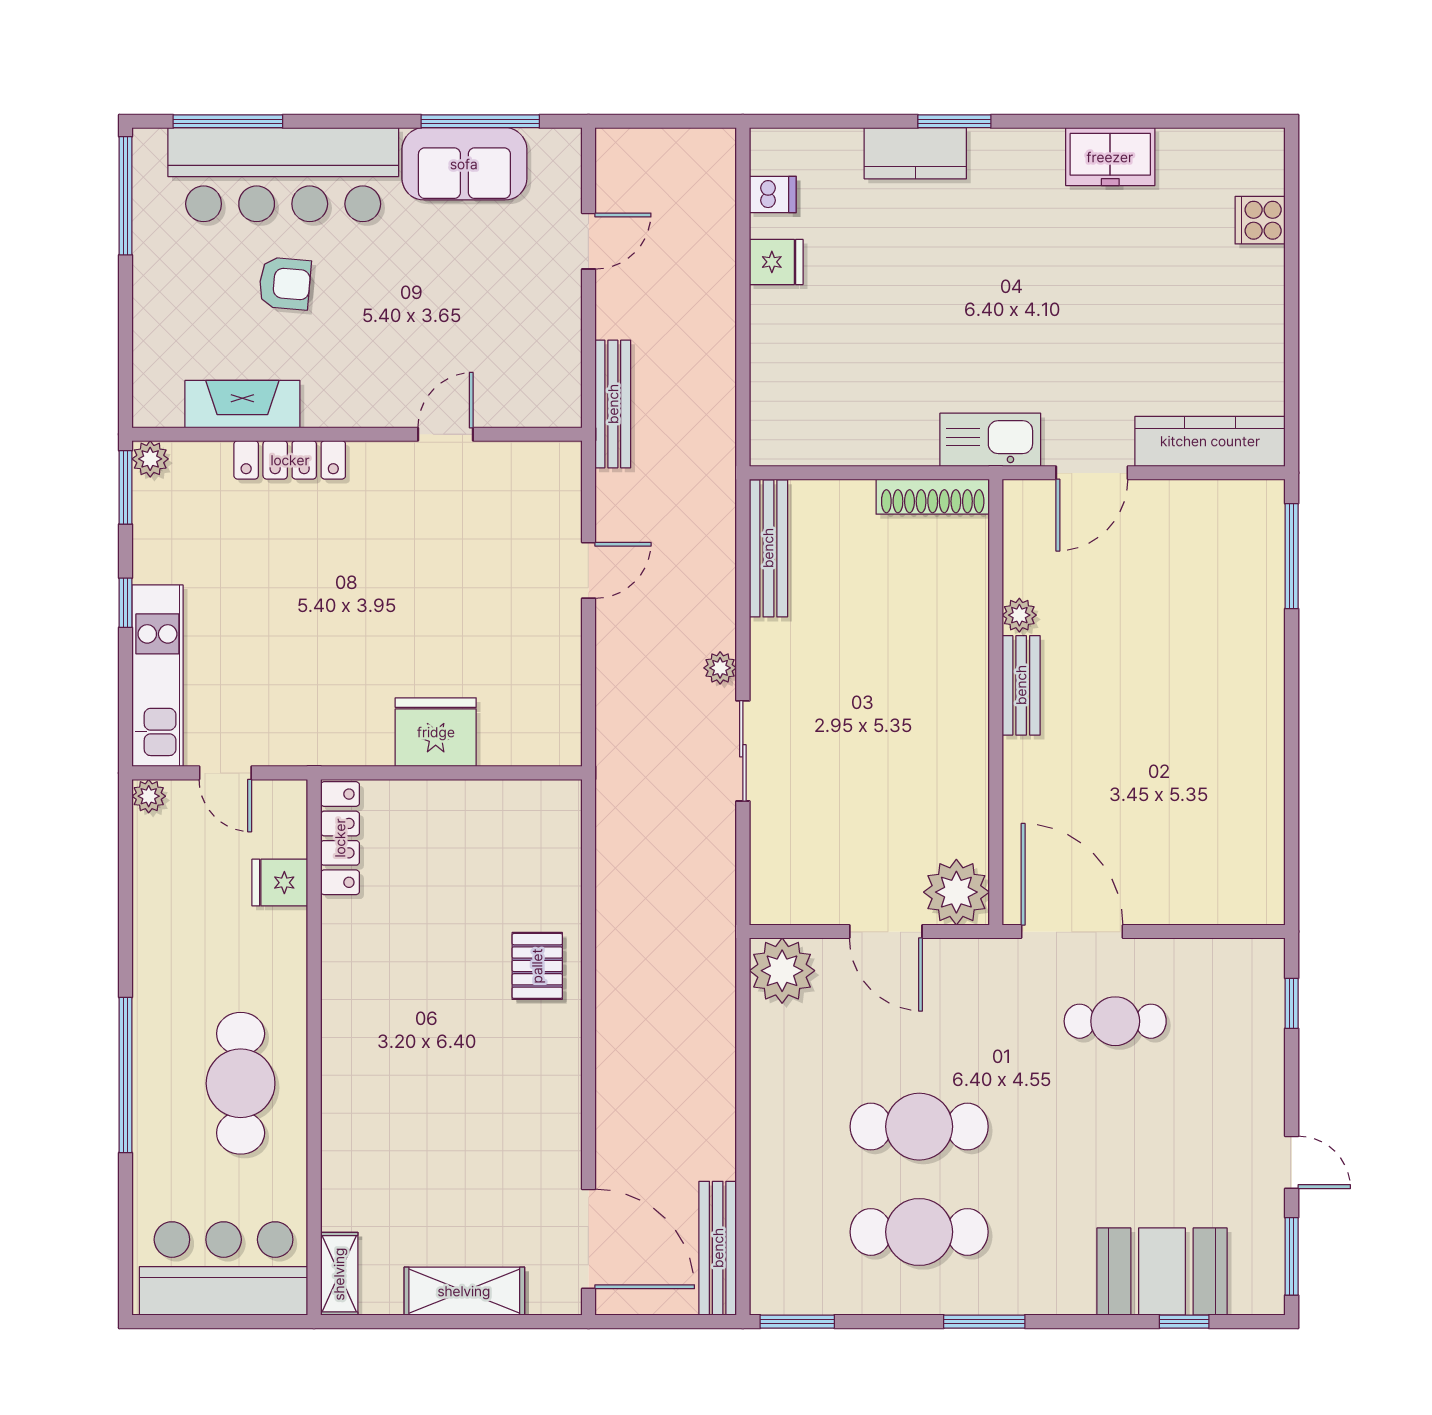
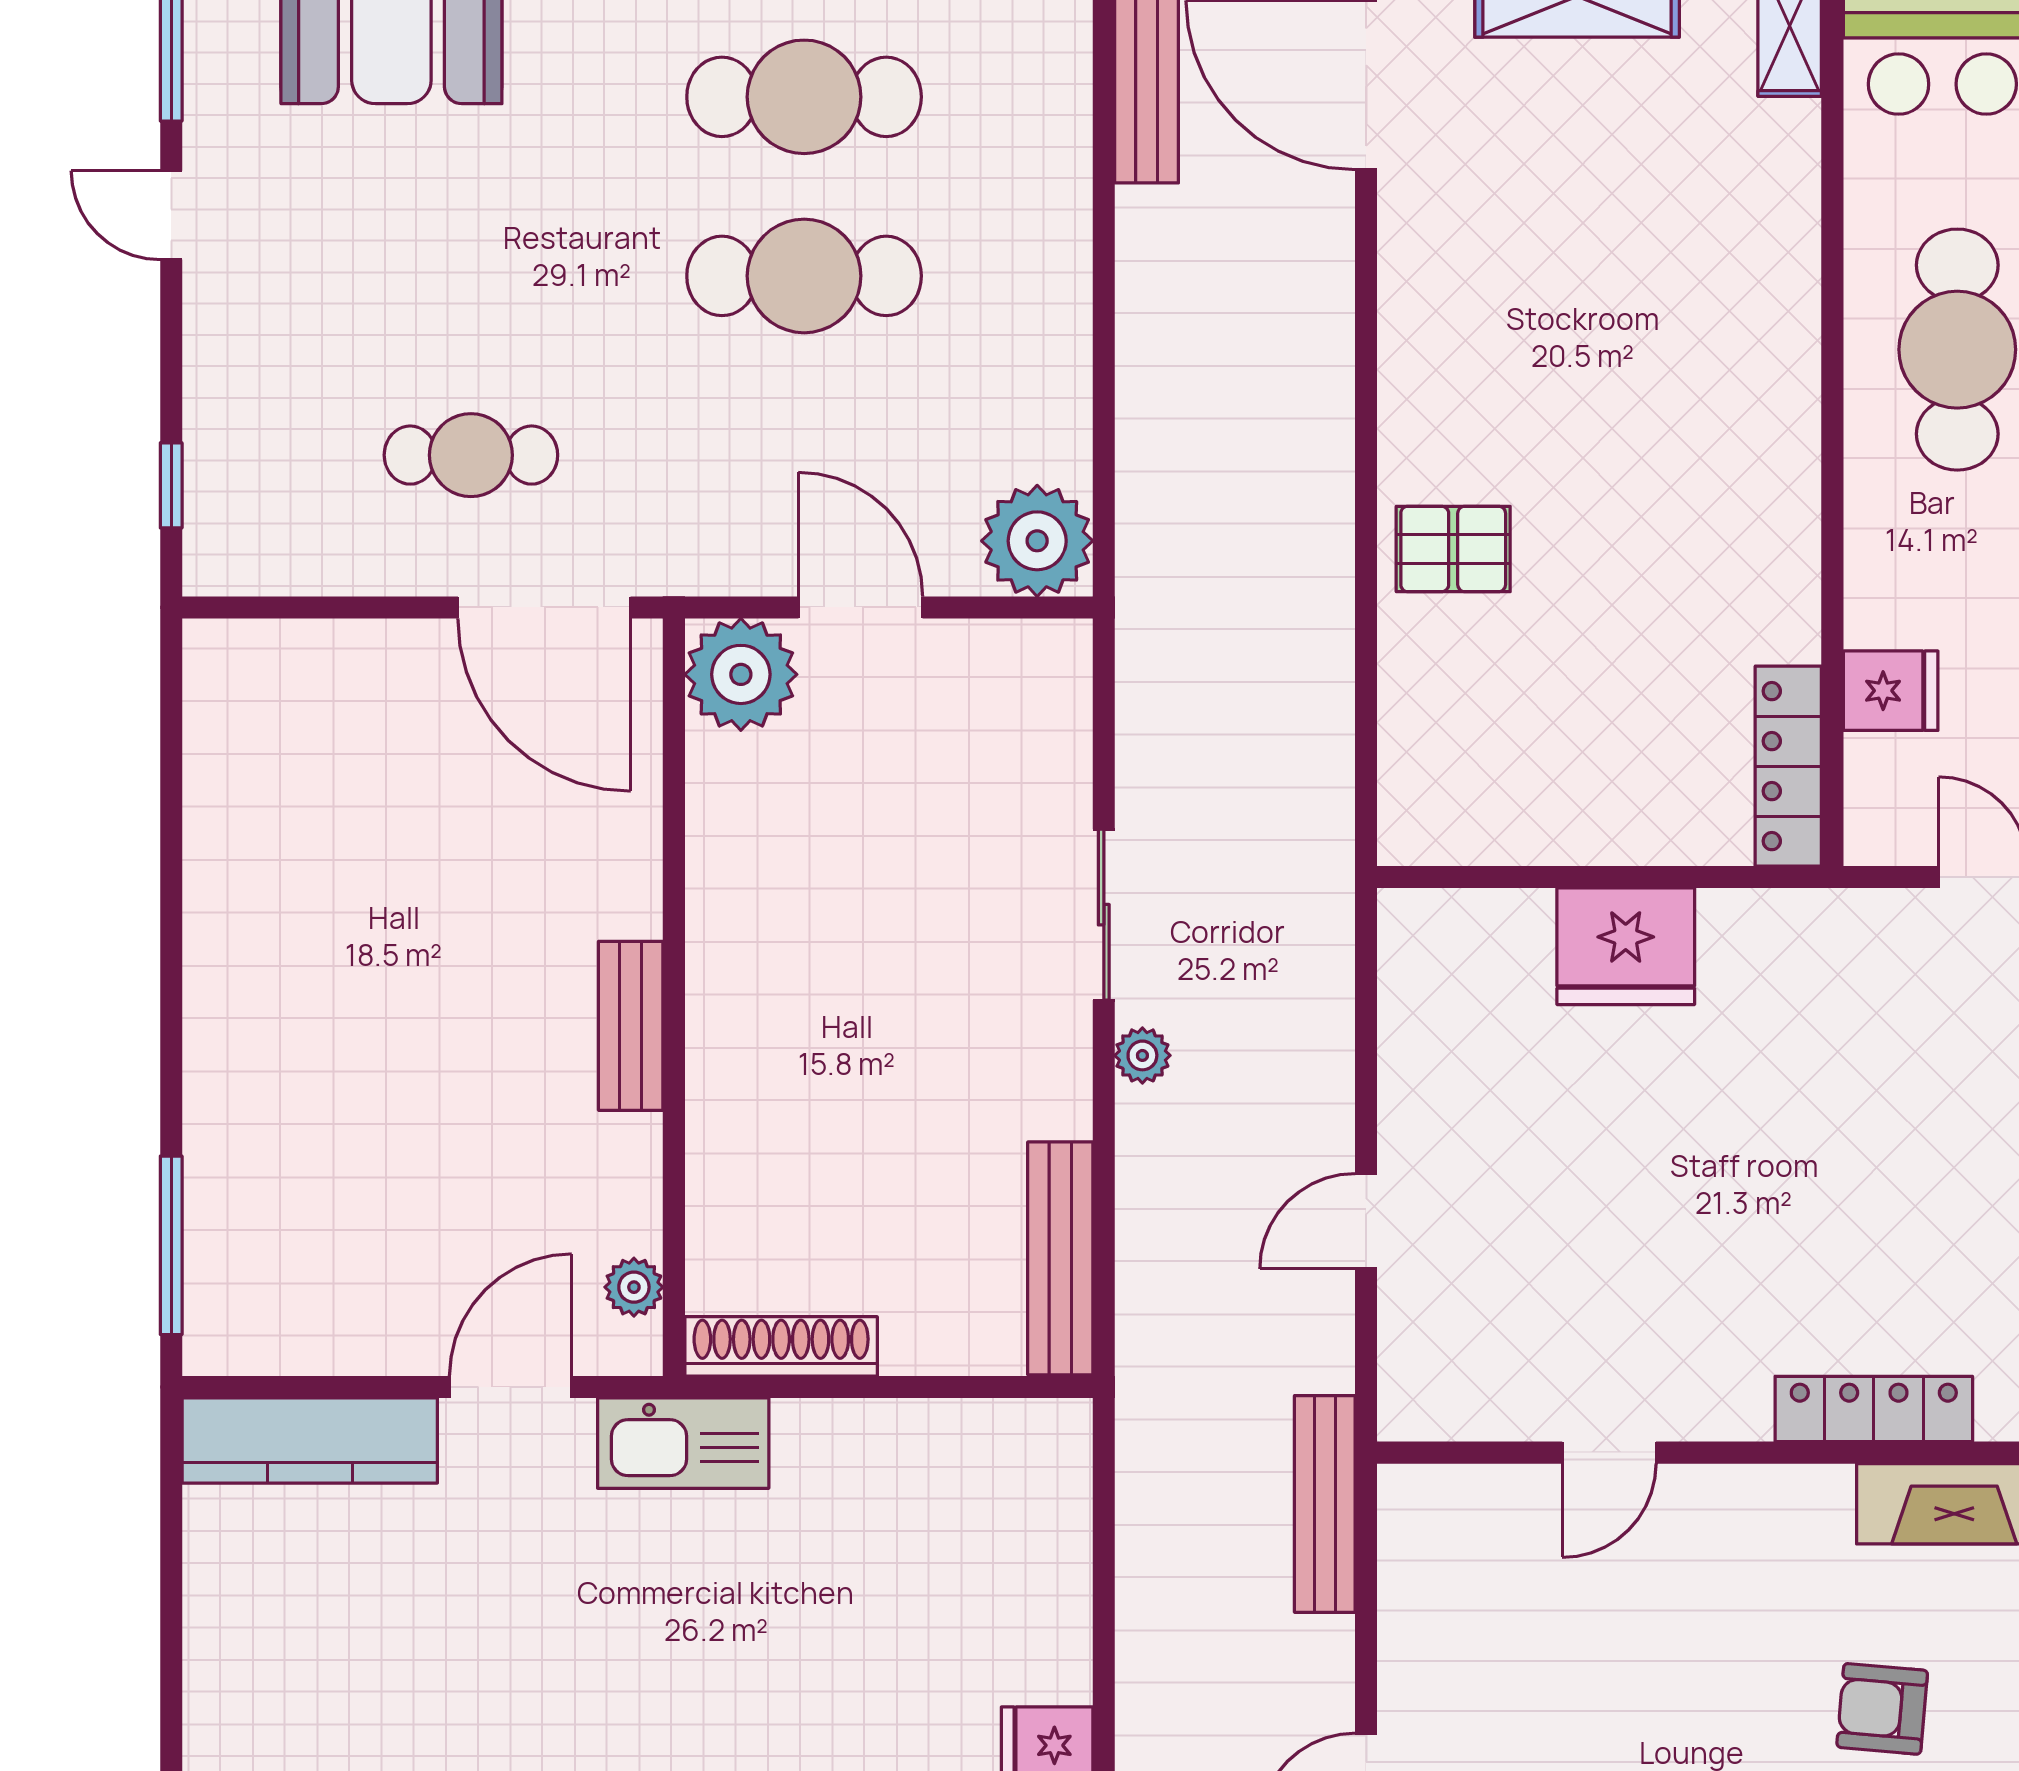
plant: (1019, 615) -> (634, 1287), moved
pallet: (537, 966) -> (1453, 549), turned 90

